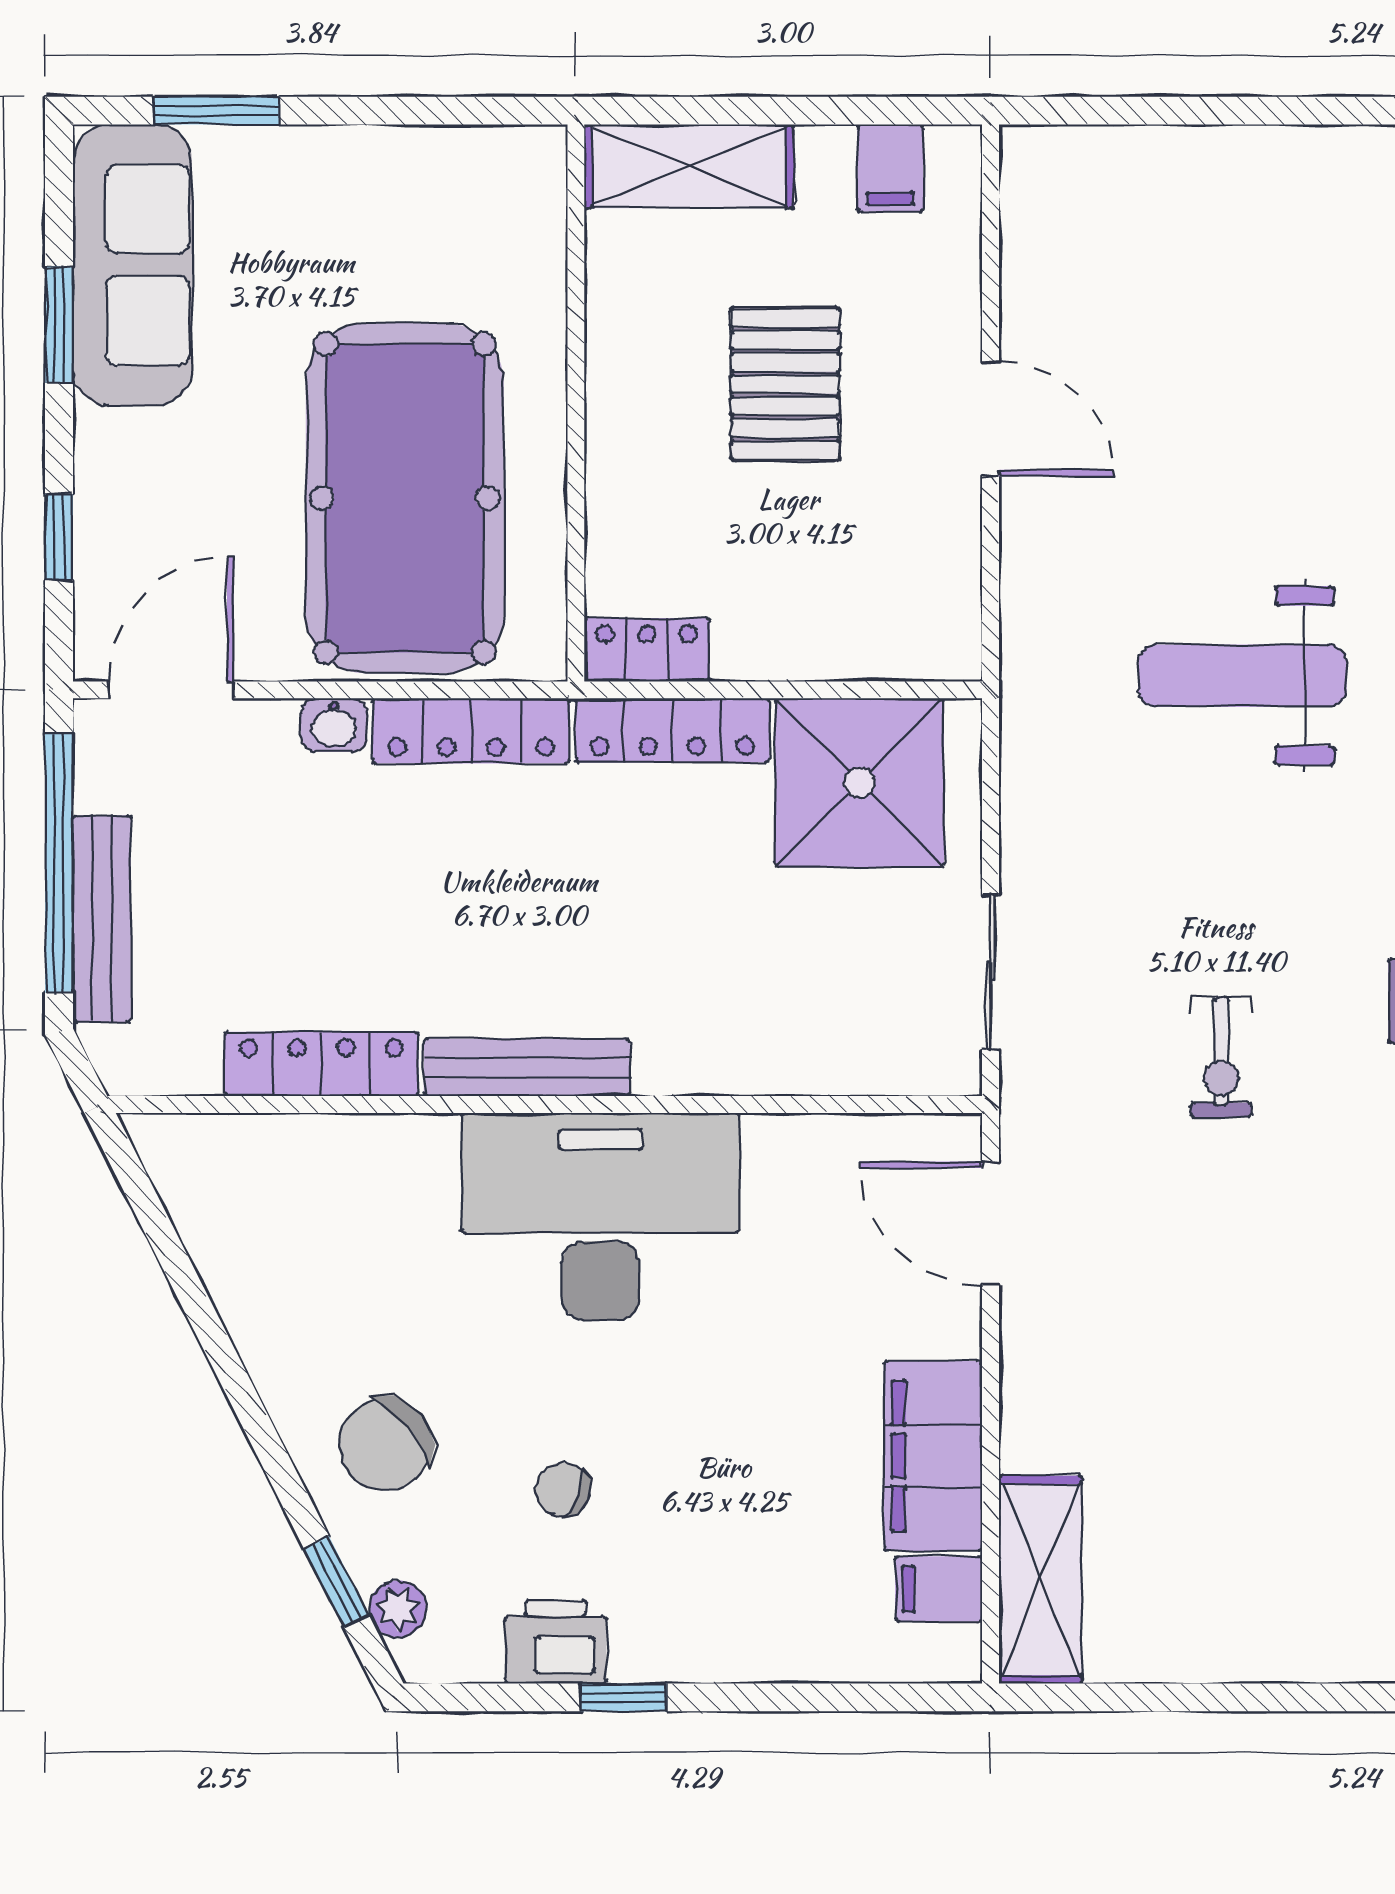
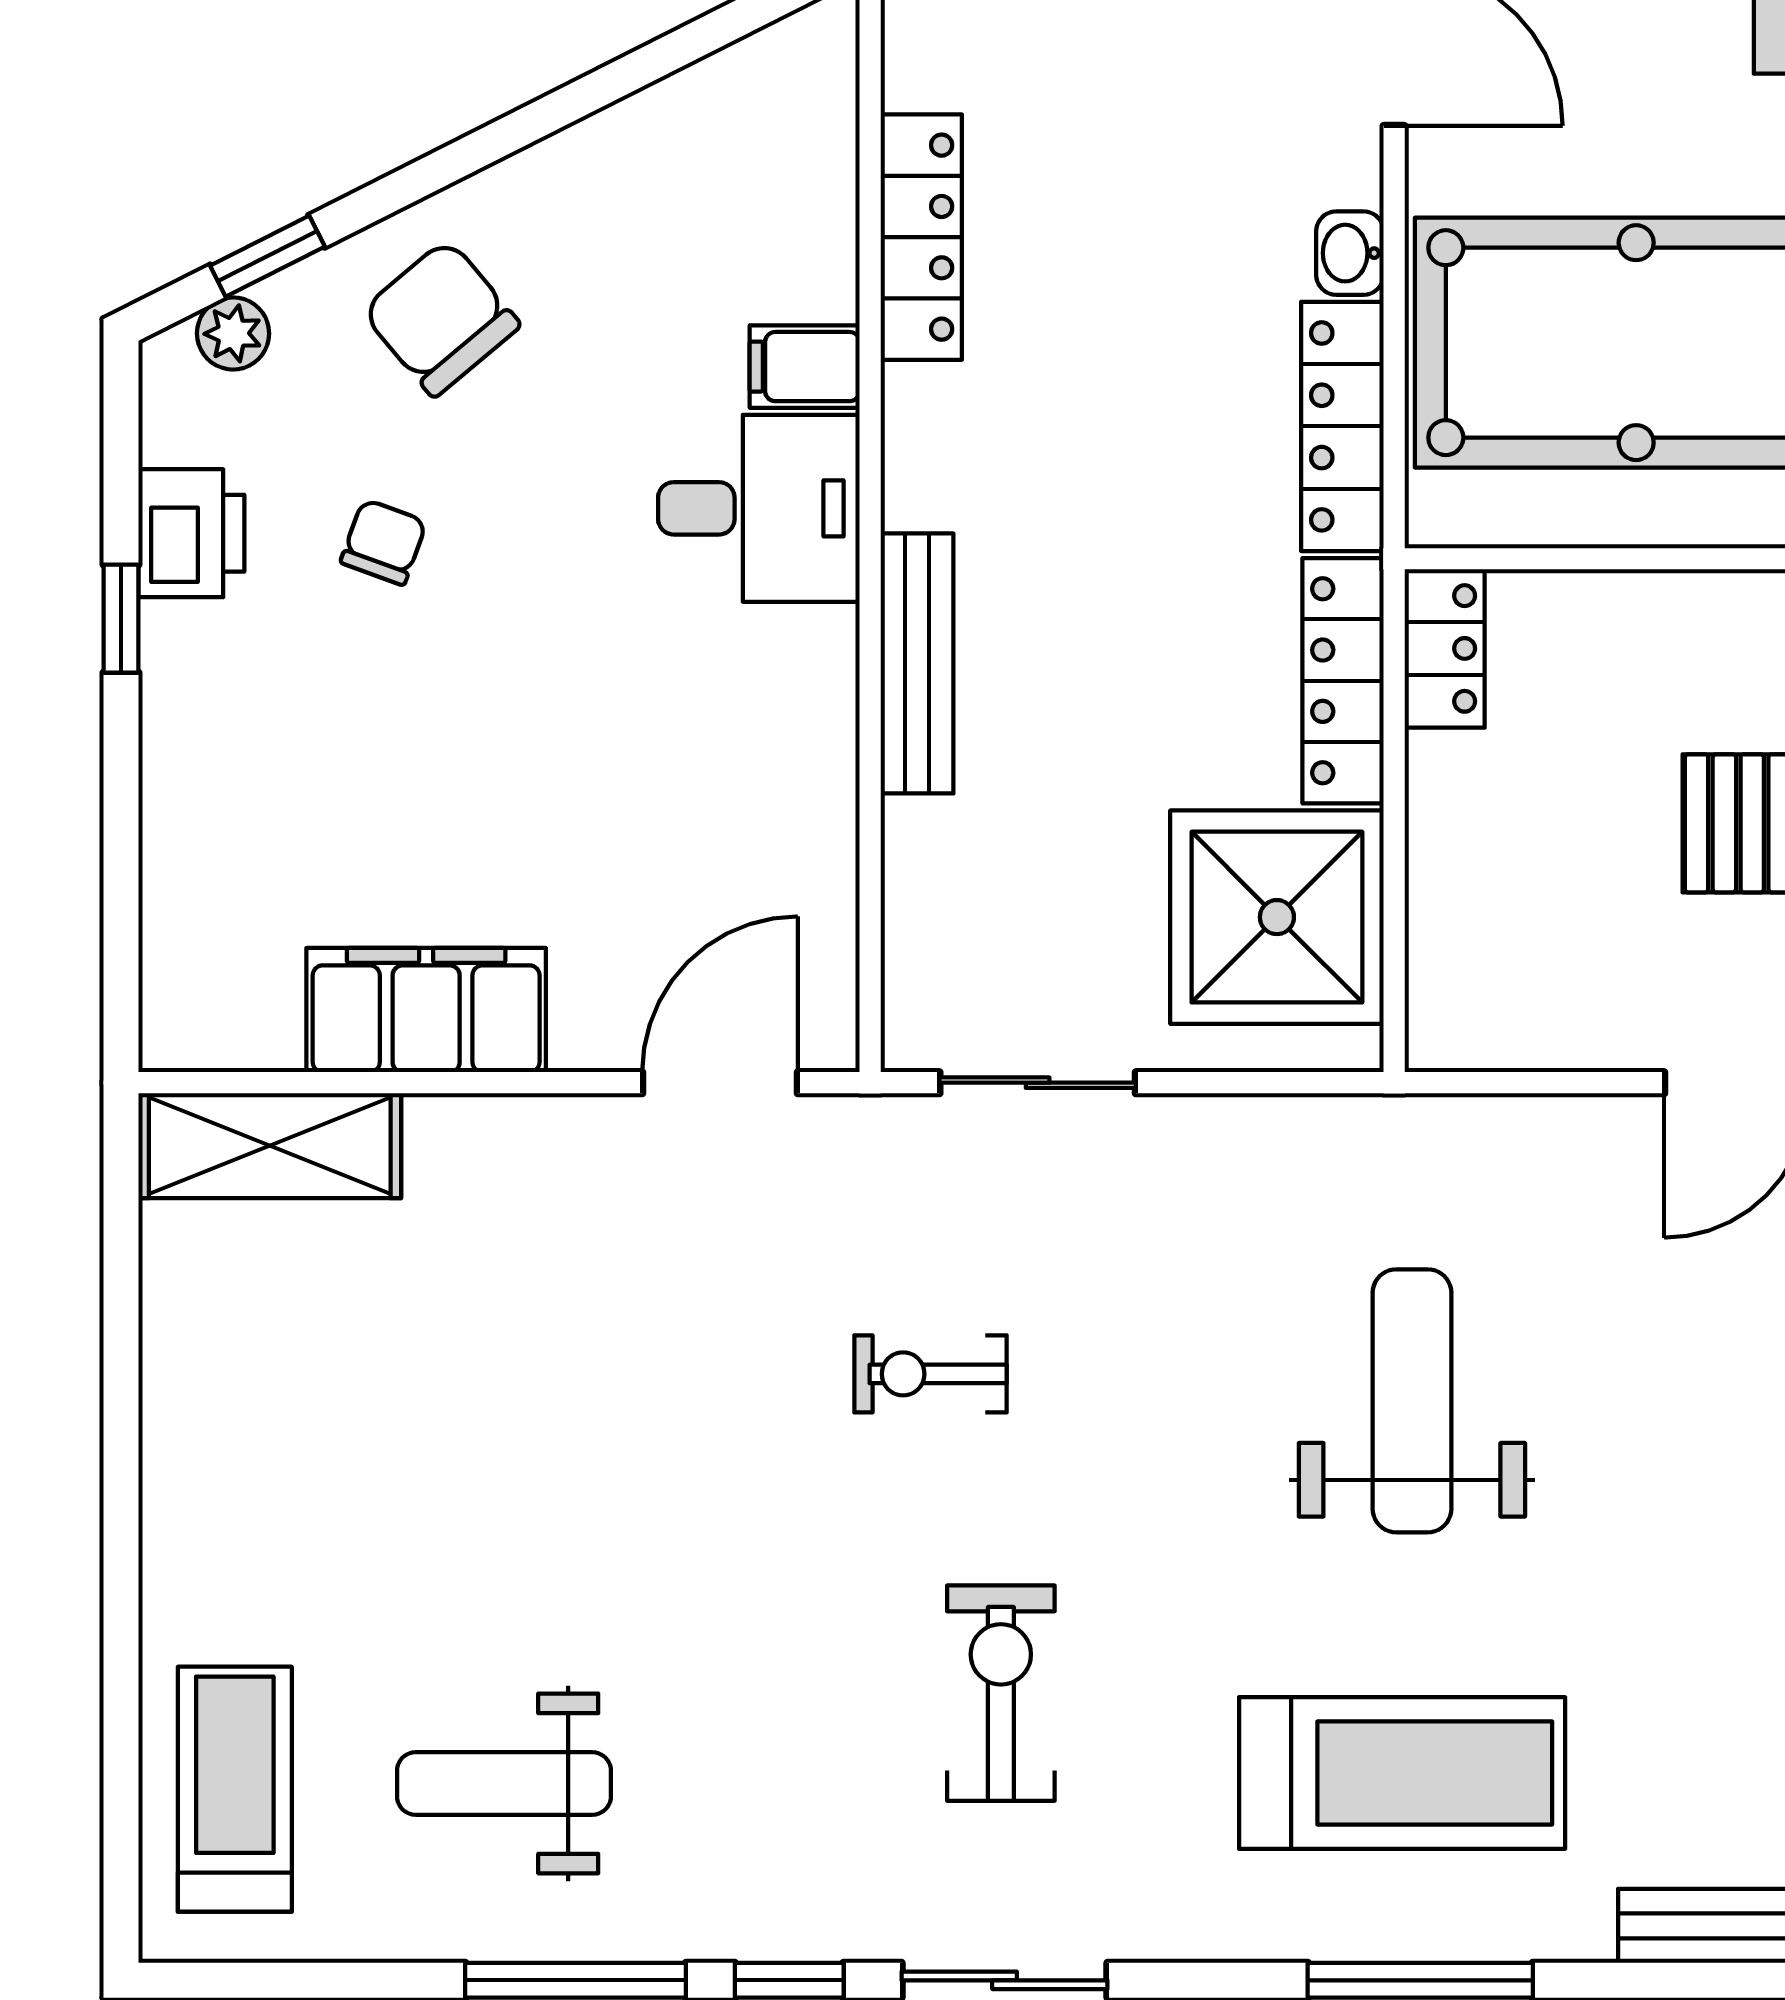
bench: (527, 1067) -> (917, 663), moved
desk: (601, 1217) -> (759, 508), width x0.53, depth x0.77
filing cabinet: (939, 1589) -> (805, 367), moved, turned -90

